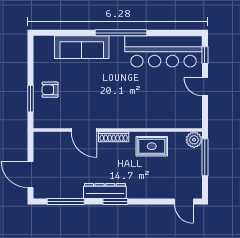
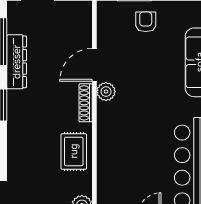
plant: (105, 121) -> (106, 92), added
dresser: (105, 191) -> (17, 62), moved

